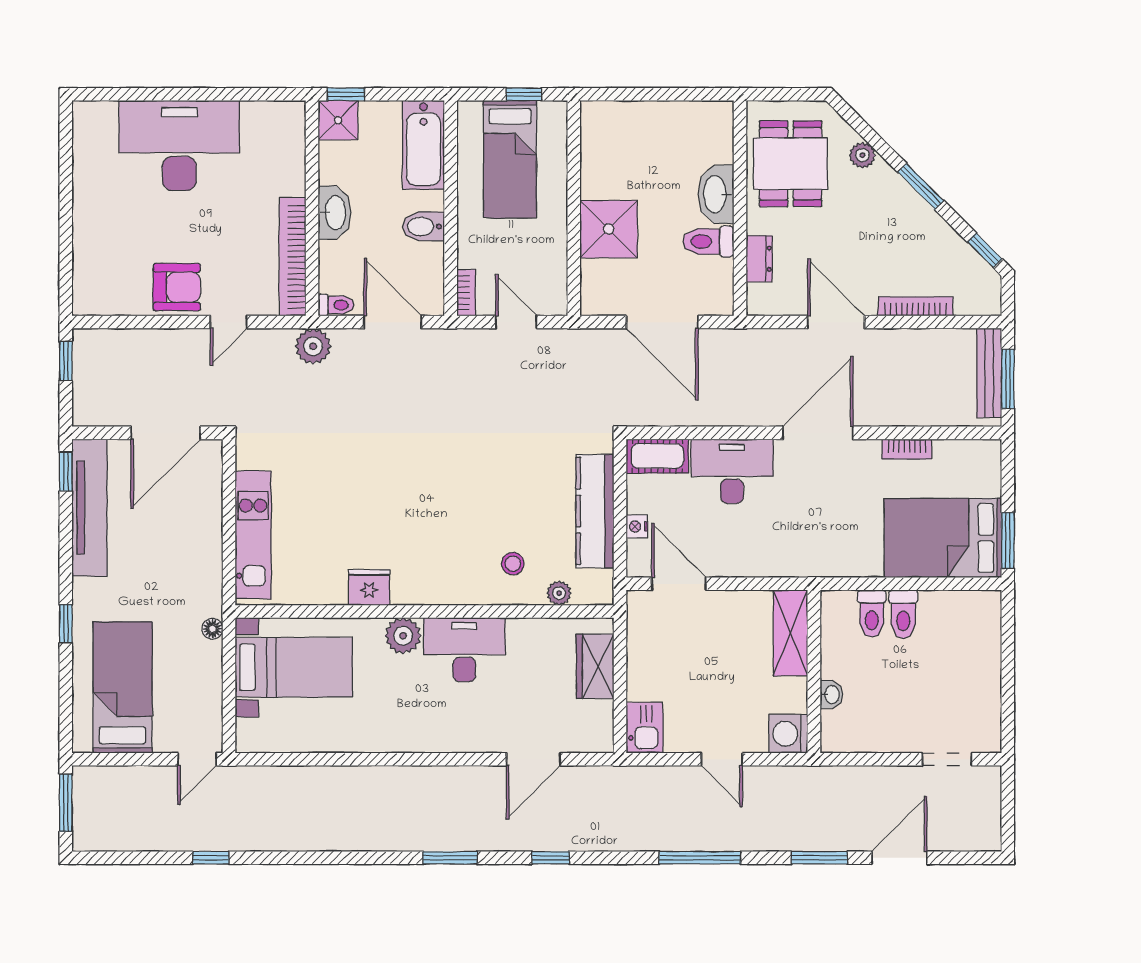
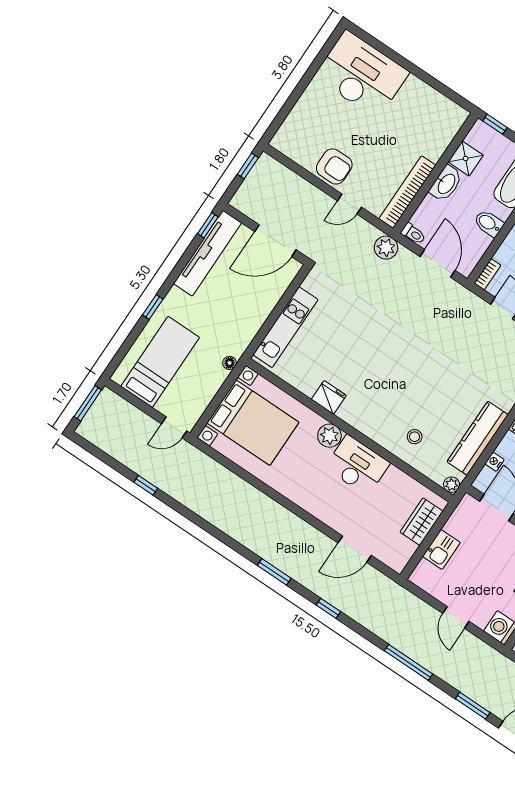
shower: (338, 120) -> (466, 158), moved
desk: (179, 146) -> (362, 74), moved
plant: (559, 593) -> (452, 485), moved
bed with nightstands: (294, 667) -> (253, 423), width x1.36
kitchen sink: (644, 728) -> (441, 549), moved

